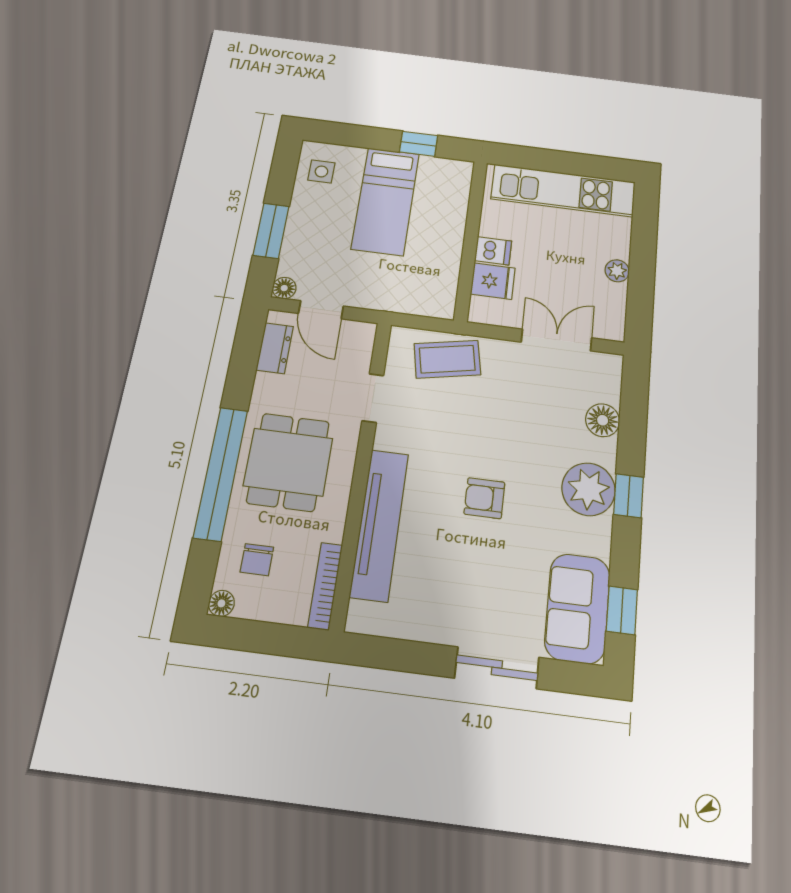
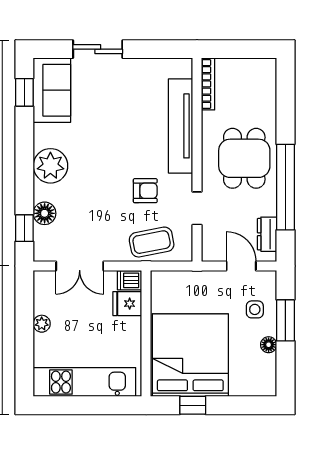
side table: (321, 171) -> (255, 309), moved
bed: (385, 201) -> (190, 355), width x2.04
dishwasher: (493, 251) -> (129, 280), moved
floor lamp: (284, 288) -> (269, 345), moved
window: (221, 473) -> (285, 187), moved
window: (629, 496) -> (24, 228), moved
armchair: (484, 498) -> (145, 191), moved
chair: (257, 560) -> (252, 95), removed
floor lamp: (221, 603) -> (269, 66), removed

